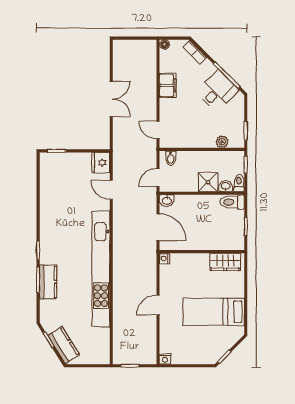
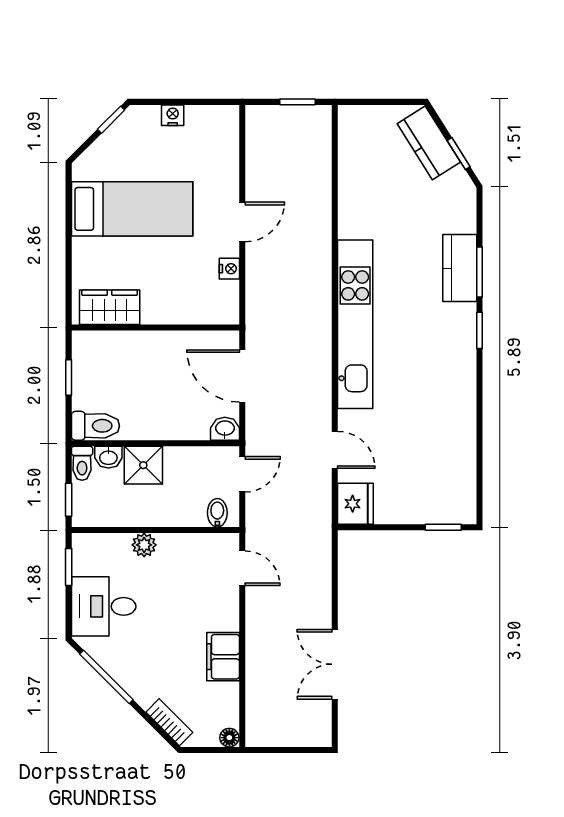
desk: (217, 91) -> (104, 606), moved, turned 45
double door: (111, 99) -> (335, 664), moved
plant: (222, 142) -> (144, 545), moved
nightstand: (164, 258) -> (229, 269), moved
kitchen unit: (101, 269) -> (355, 324), width x0.73
nightstand: (165, 359) -> (173, 115), moved

